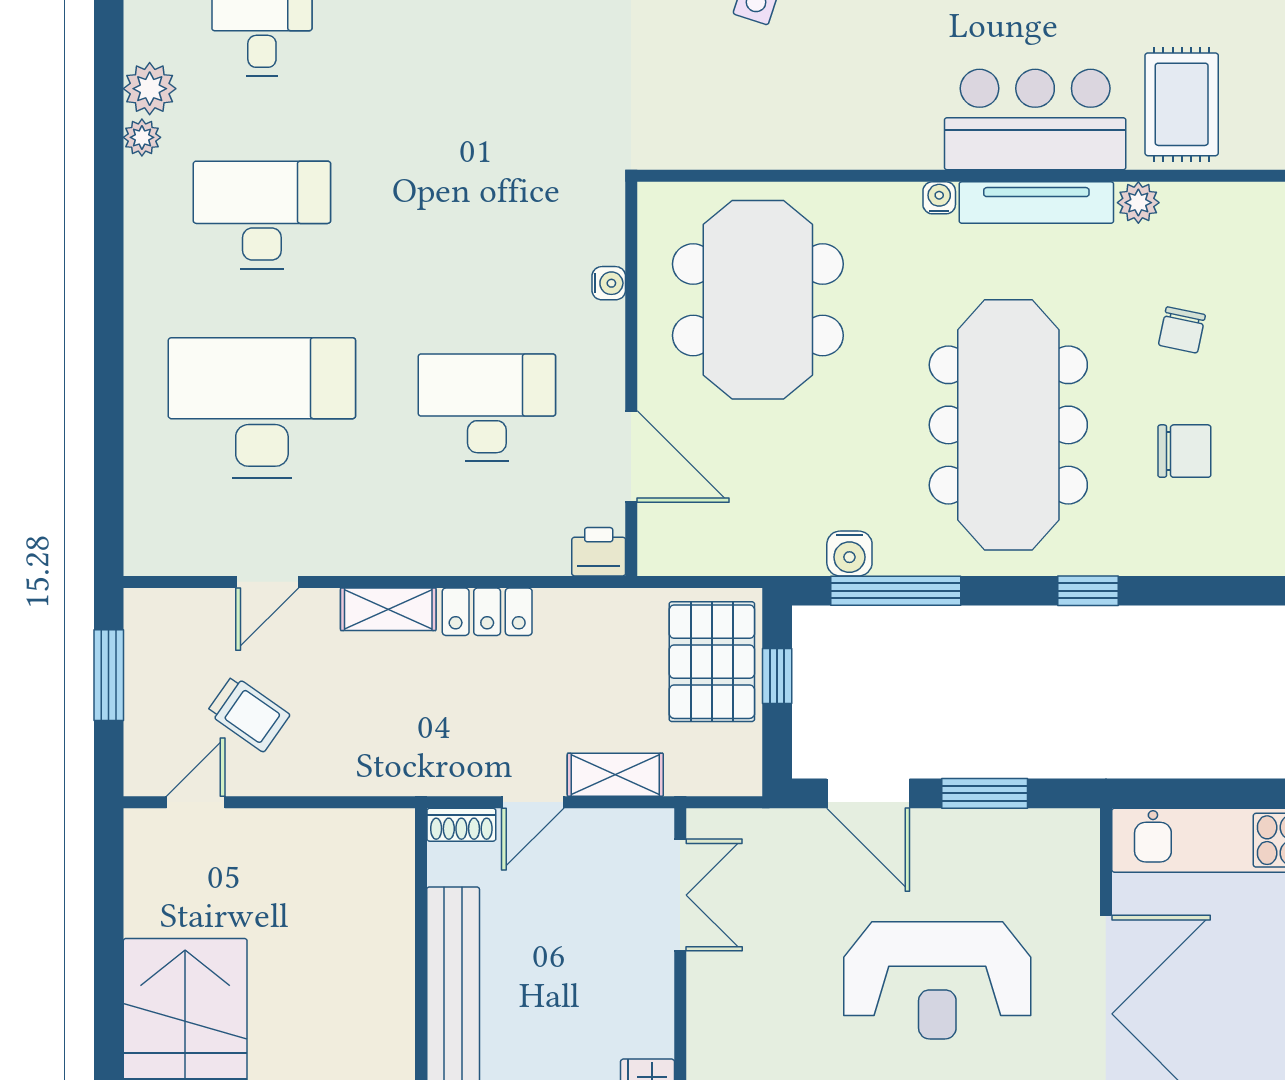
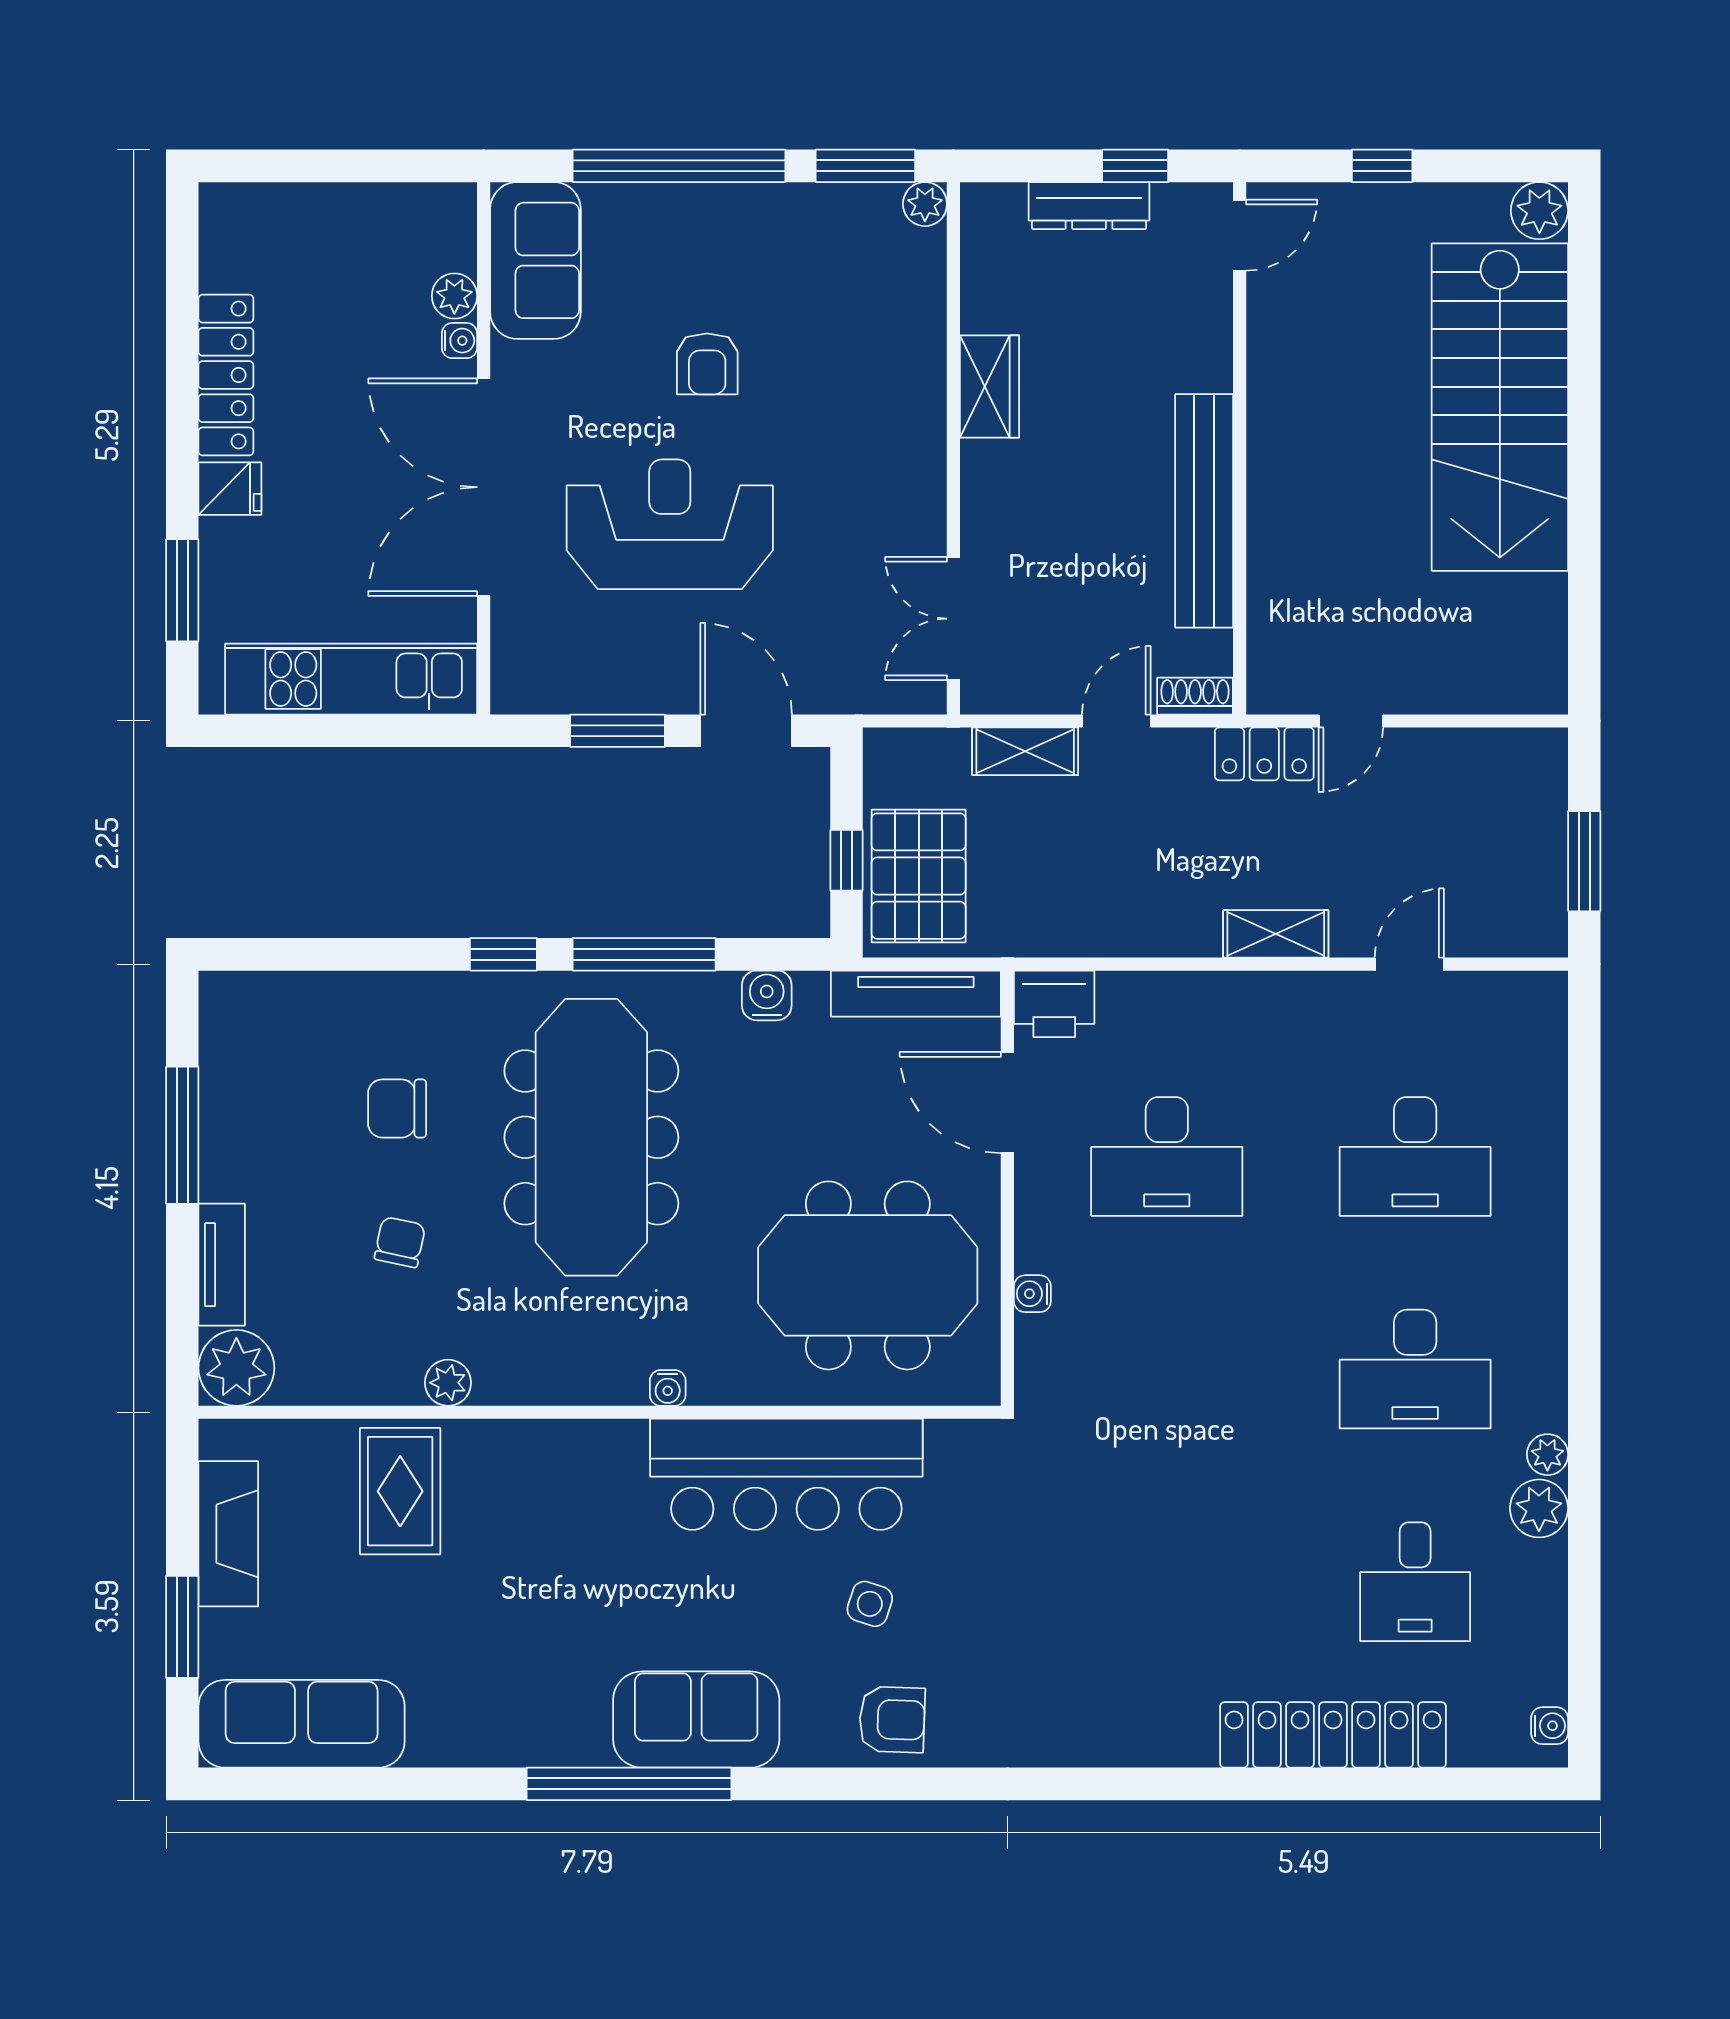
bar counter: (1035, 120) -> (786, 1474), moved, width x1.36
tv unit: (1036, 203) -> (916, 994), moved, turned 180
meeting table: (758, 300) -> (868, 1275), turned 90
desk: (262, 408) -> (1415, 1156), width x0.73, depth x0.77
printer: (599, 552) -> (1054, 1004), width x1.36, depth x1.24
window: (896, 591) -> (644, 954), moved
locker: (487, 612) -> (1264, 754), moved, turned 180
trolley: (248, 714) -> (1430, 819), removed
door: (196, 802) -> (1351, 721), moved

